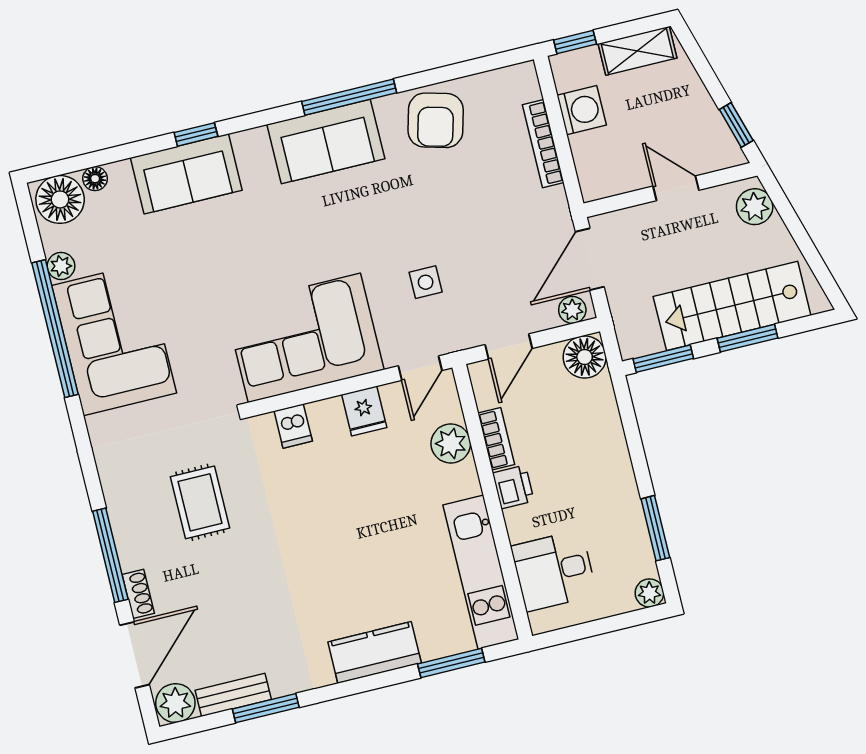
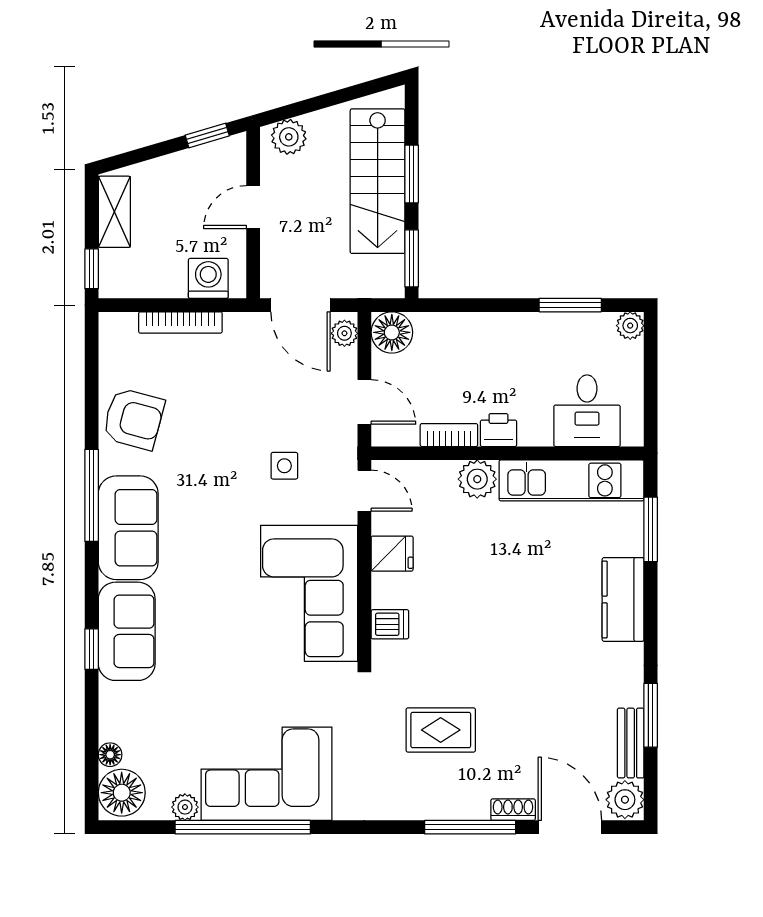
washing machine: (582, 110) -> (208, 278), moved
sofa: (186, 174) -> (127, 631), moved
plant: (451, 444) -> (477, 479), moved

